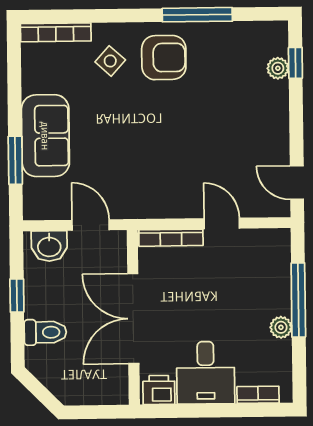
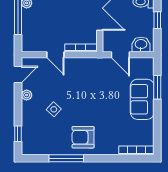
side table: (110, 61) -> (54, 109), moved
plant: (278, 68) -> (27, 95), moved
door: (297, 183) -> (18, 75), hinge flipped

